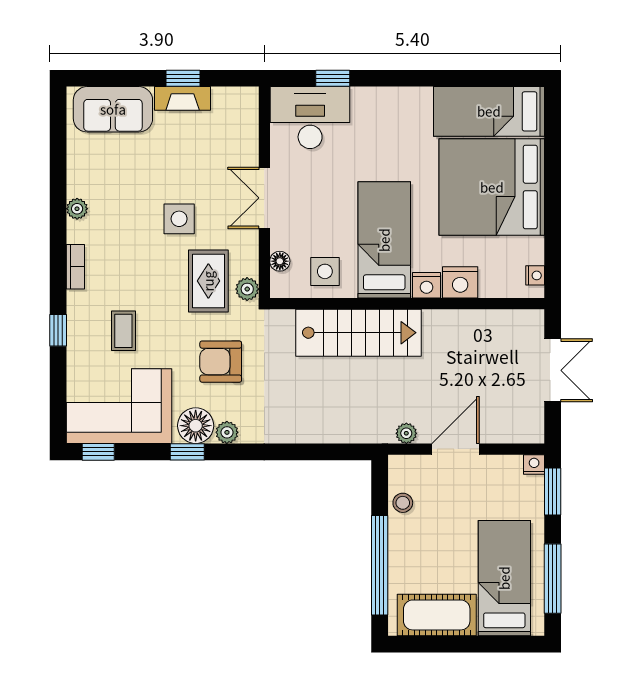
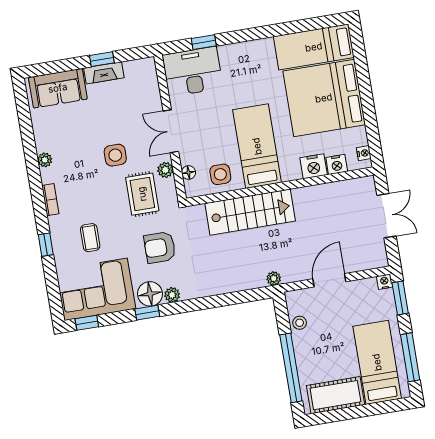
nightstand: (427, 285) -> (337, 164), moved
plant: (247, 289) -> (165, 170), moved
plant: (406, 433) -> (274, 278), moved

